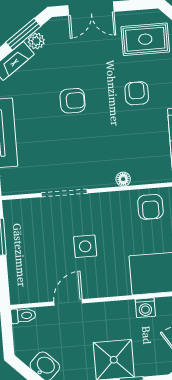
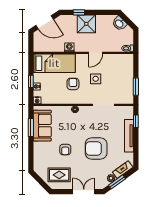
armchair: (72, 101) -> (96, 148), width x1.88, depth x1.88
armchair: (150, 207) -> (73, 84), moved
door: (68, 302) -> (96, 53), moved

